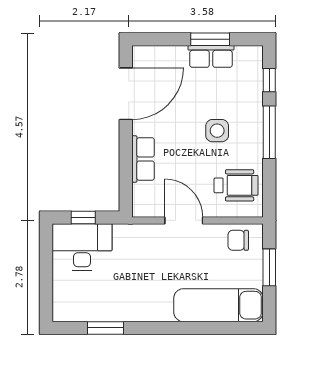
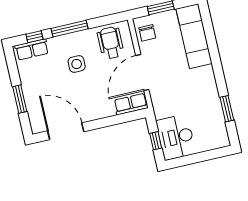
window: (210, 39) -> (20, 99), moved
row of seats: (211, 56) -> (32, 49), moved, turned 90
row of seats: (143, 159) -> (131, 104), moved
door: (184, 220) -> (142, 73), width x1.36

